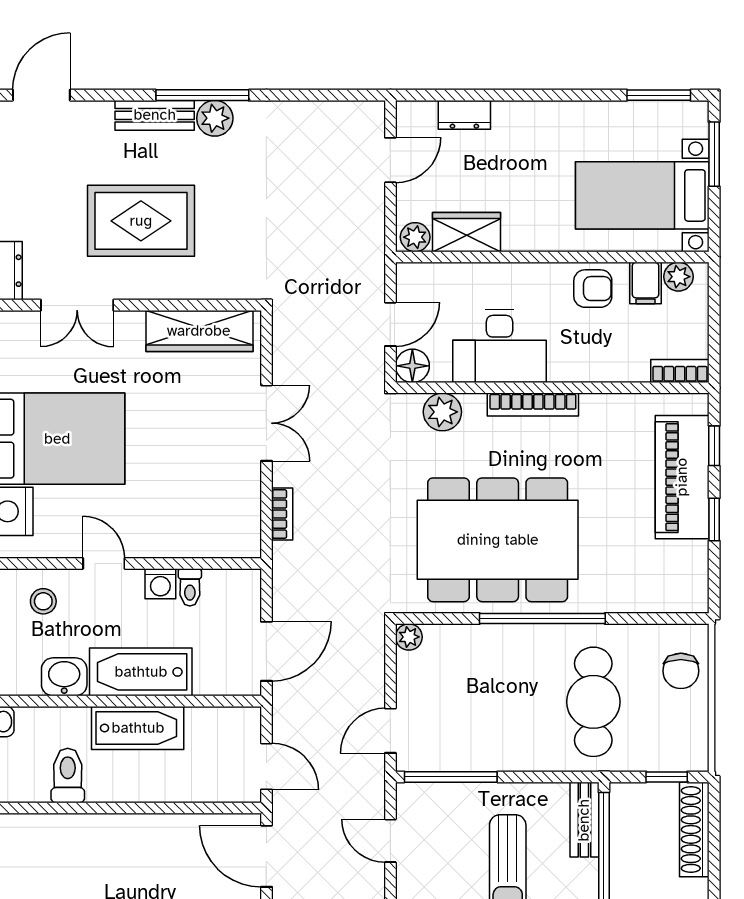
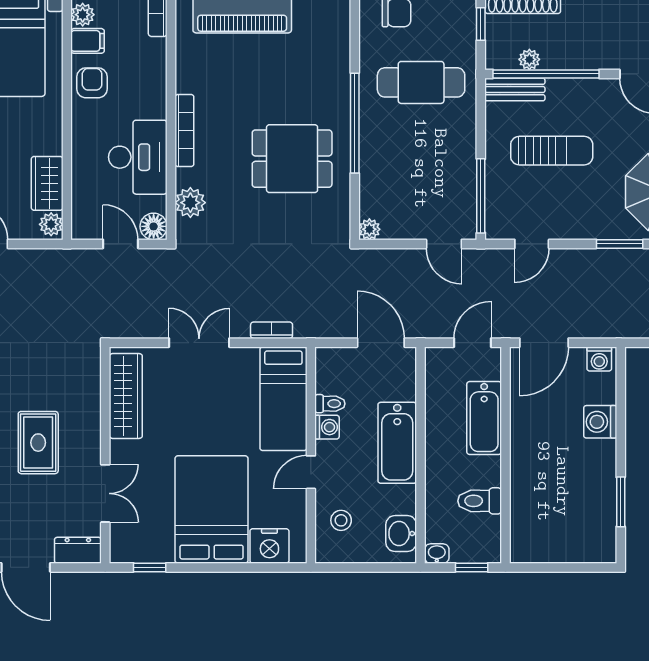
rug: (141, 221) -> (38, 443), width x0.73, depth x0.70
bed: (196, 529) -> (283, 399), added
dining table: (498, 540) -> (292, 159), width x0.53, depth x0.80
washbasin: (64, 677) -> (401, 534), moved
bathtub: (138, 728) -> (484, 418), moved, turned 180
plant: (622, 838) -> (529, 59), added

